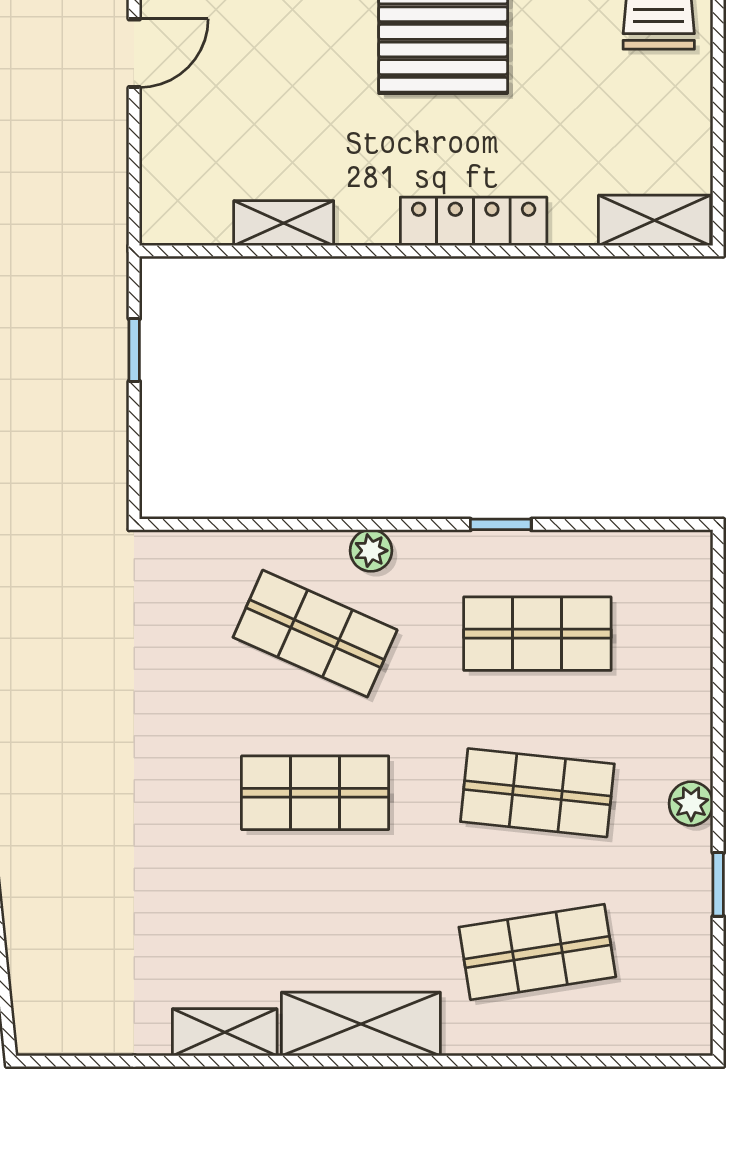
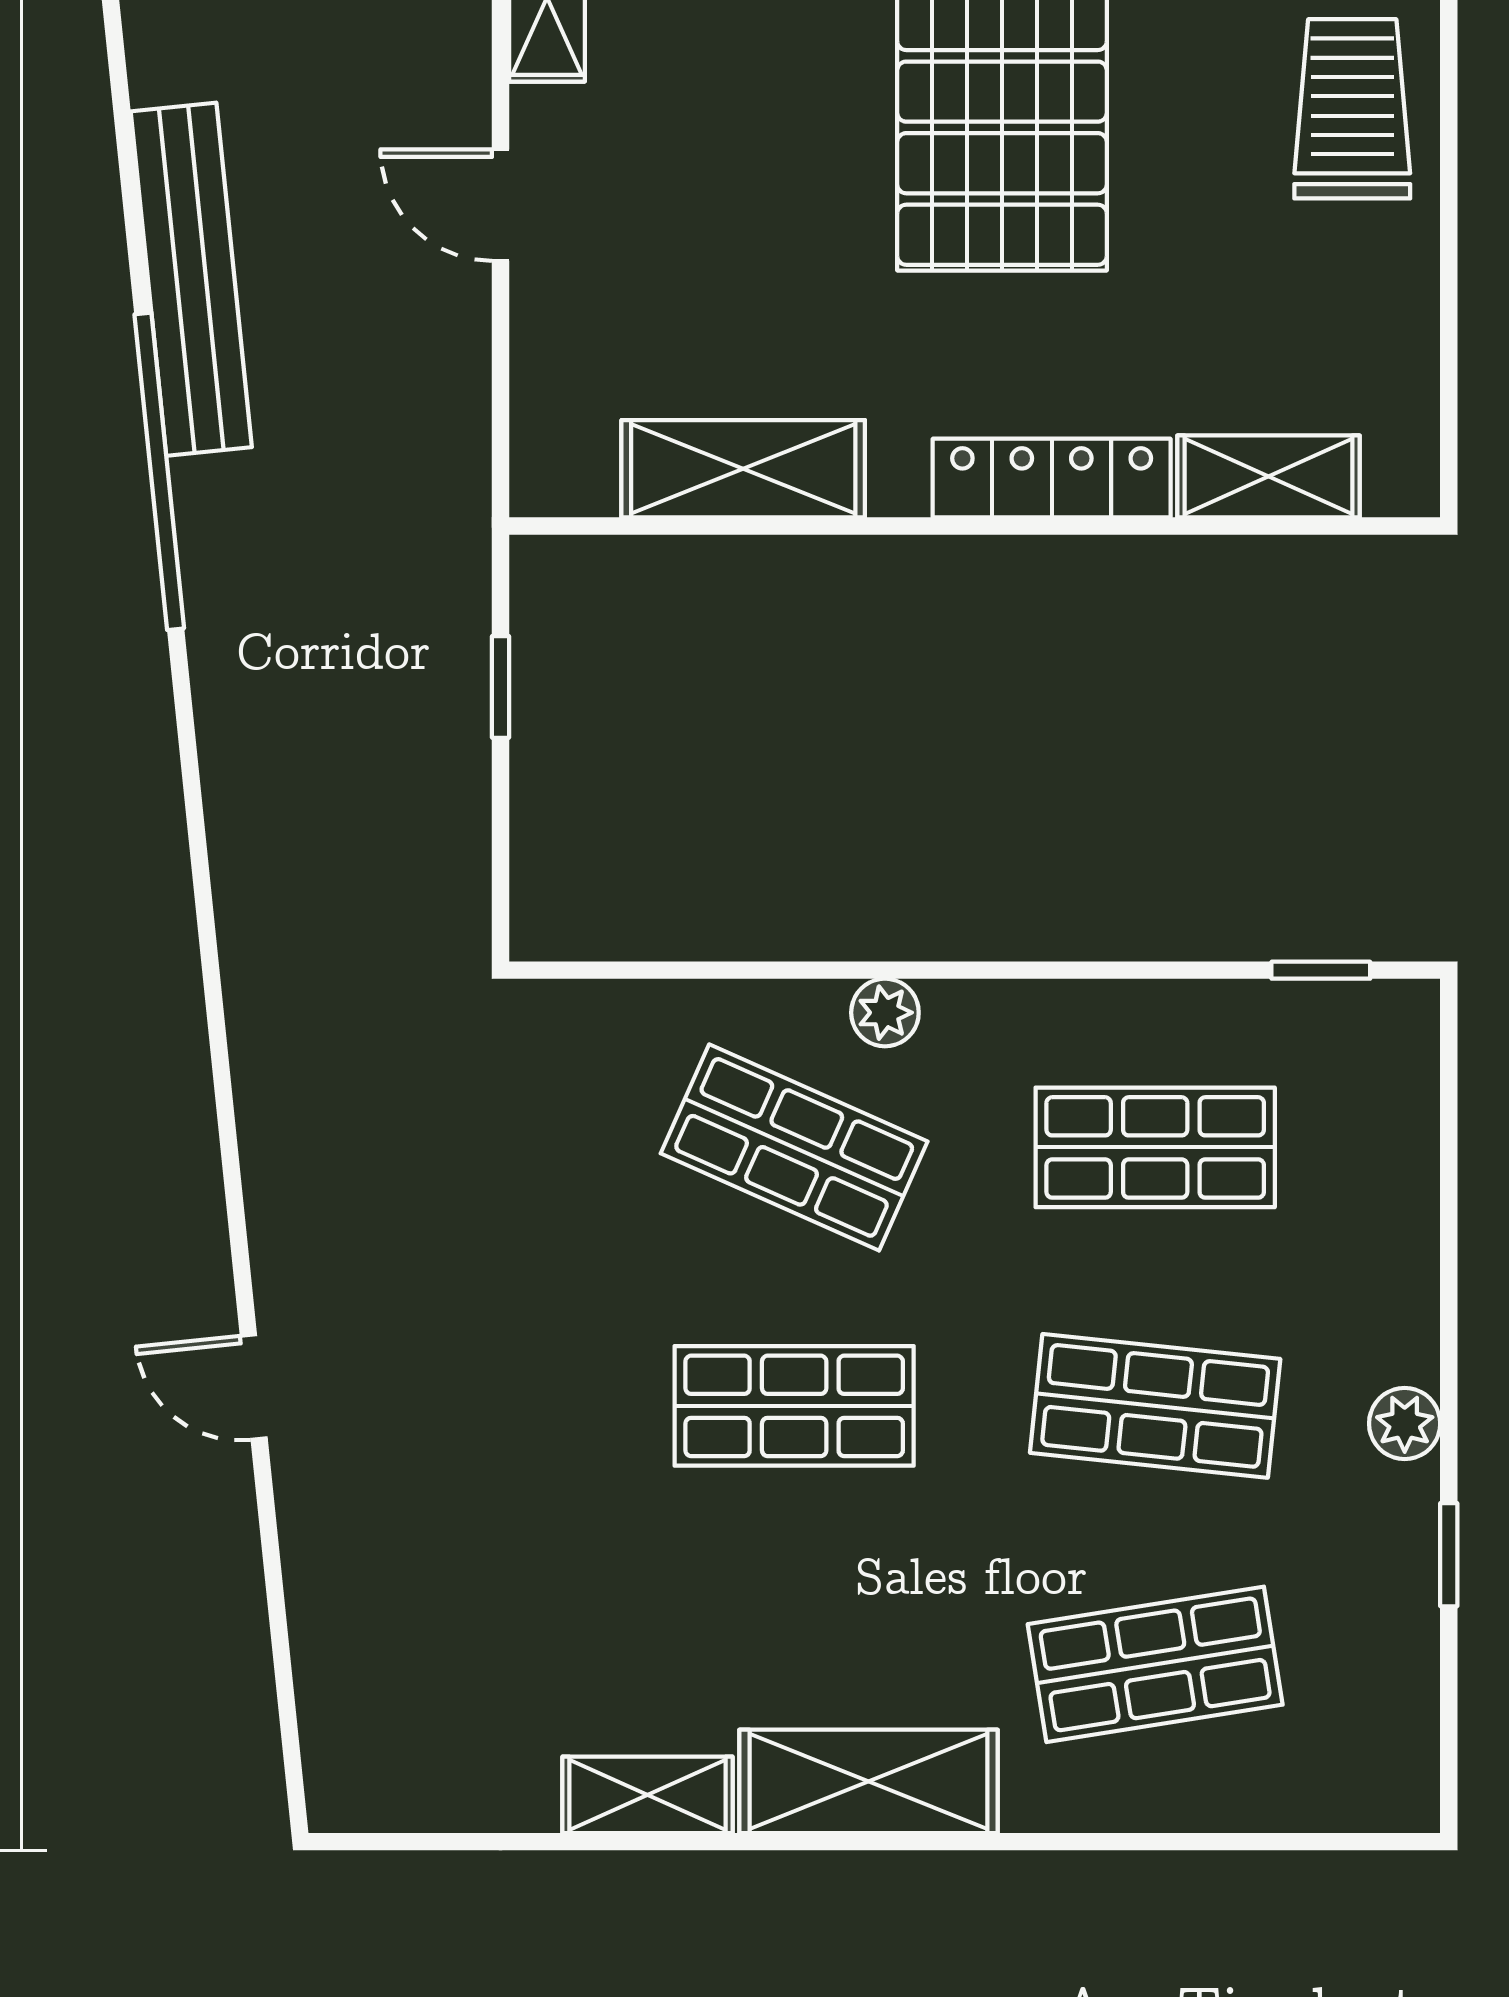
door: (134, 53) -> (501, 205), swing flipped
shelving: (655, 220) -> (1268, 476), moved
shelving: (284, 223) -> (743, 469), width x1.50, depth x1.33
window: (501, 524) -> (1321, 970), moved

